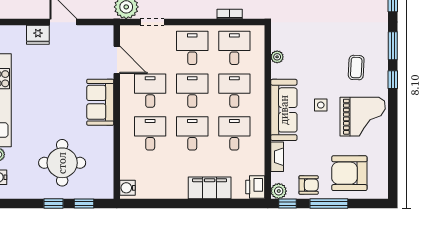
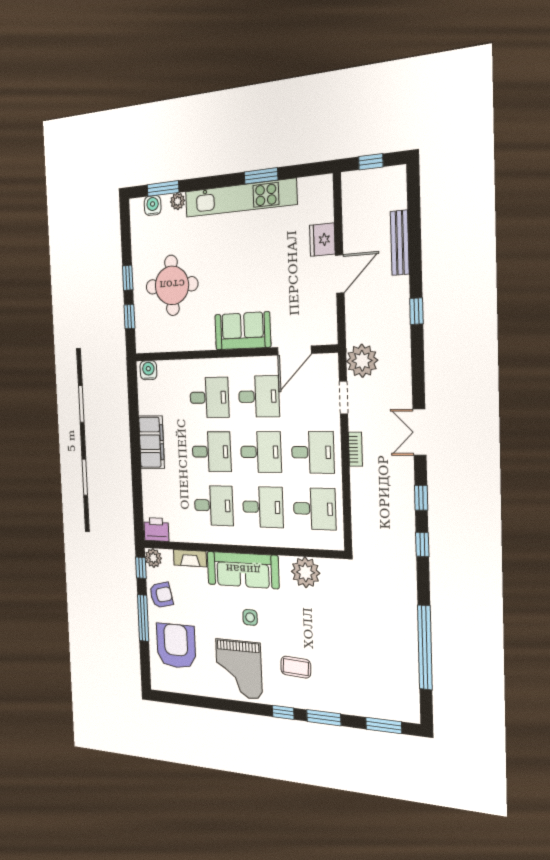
bookcase: (230, 14) -> (355, 449), moved
plant: (277, 57) -> (306, 572), width x1.88, depth x1.88
armchair: (309, 185) -> (161, 595), turned -103
filing cabinet: (210, 188) -> (151, 442), moved

